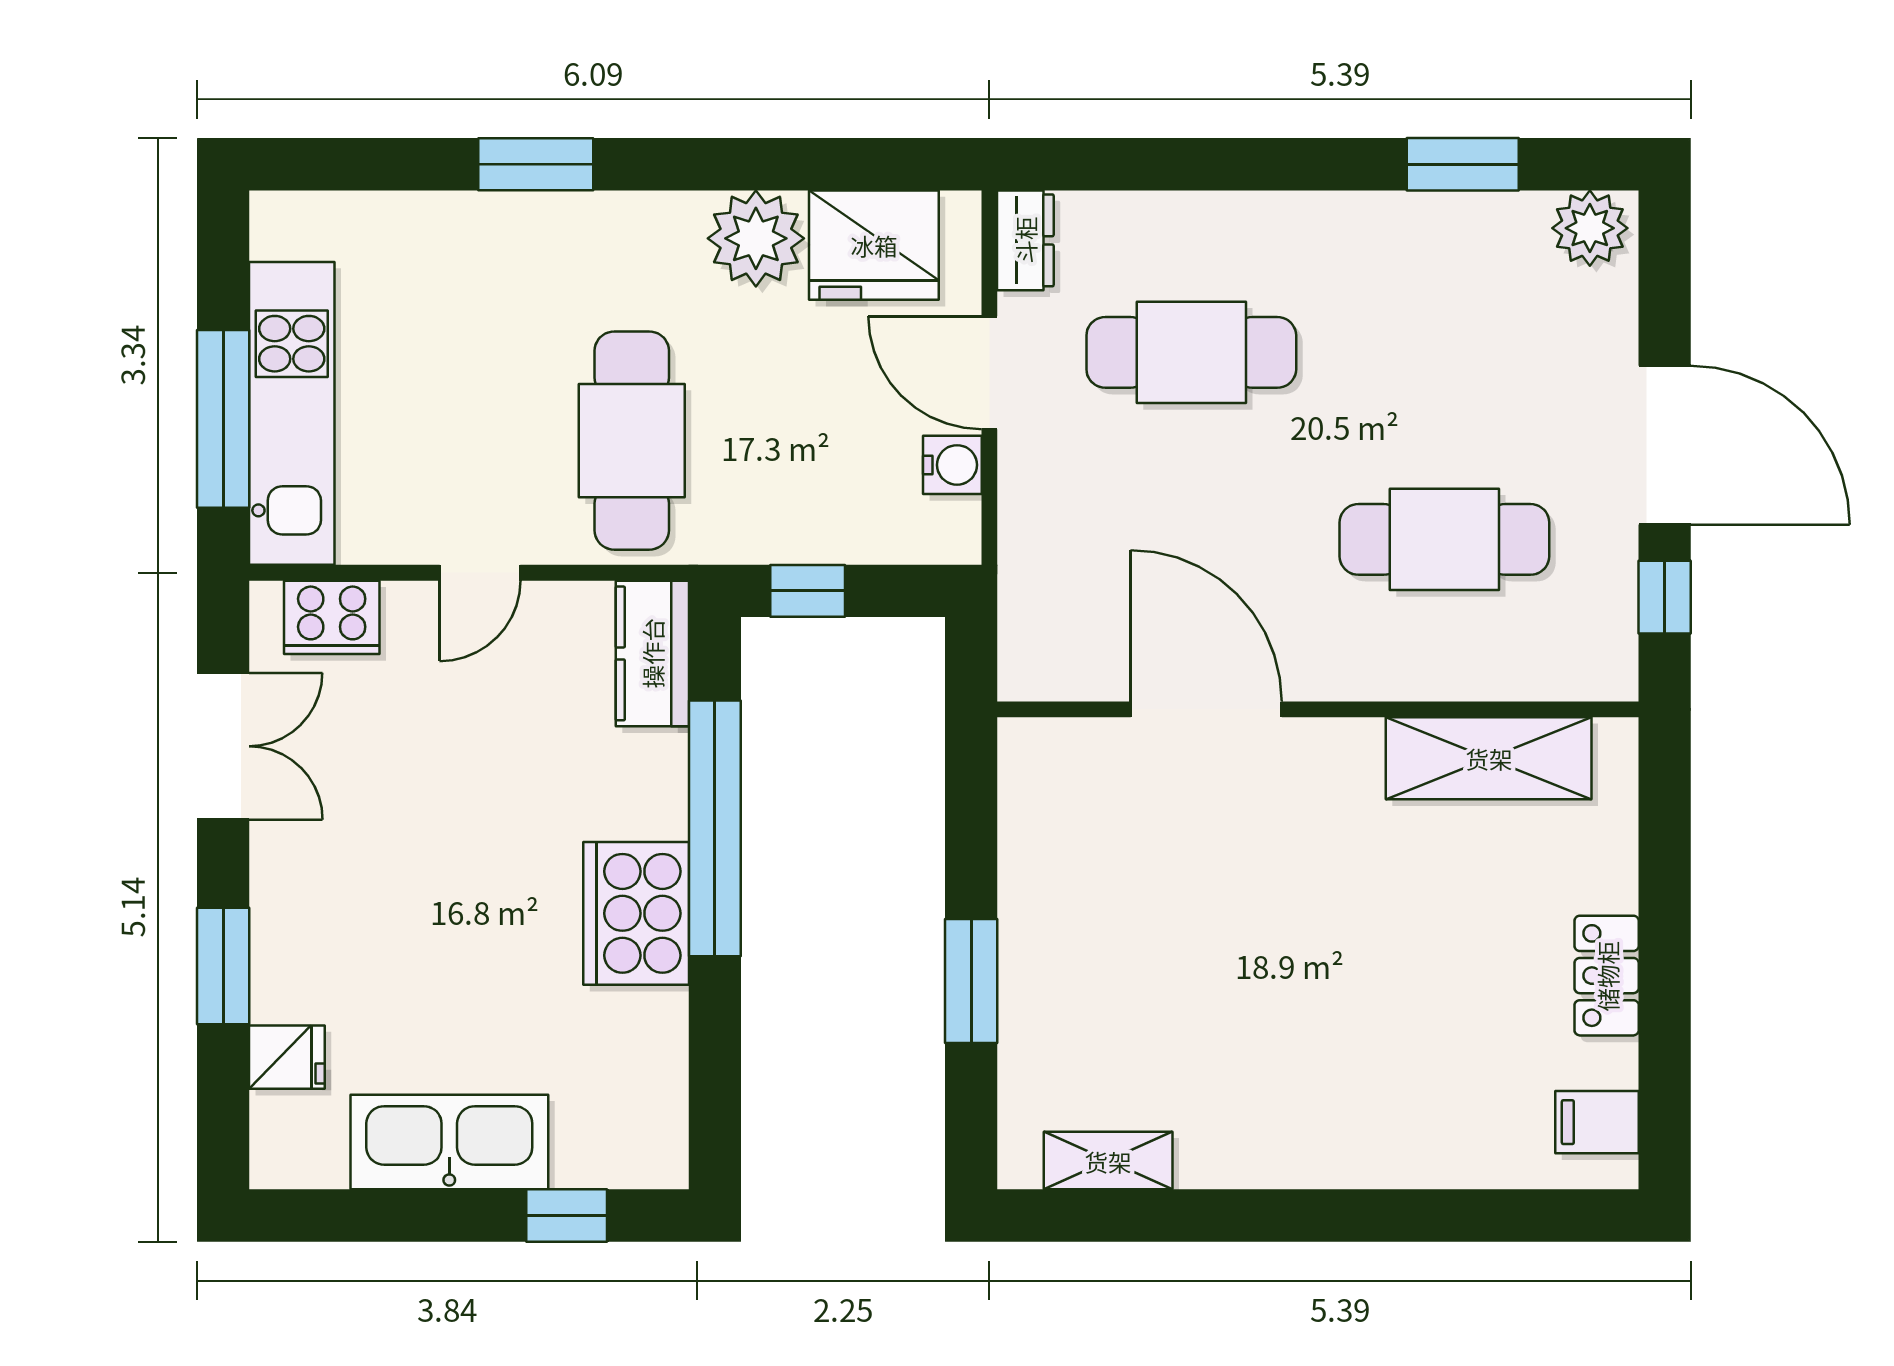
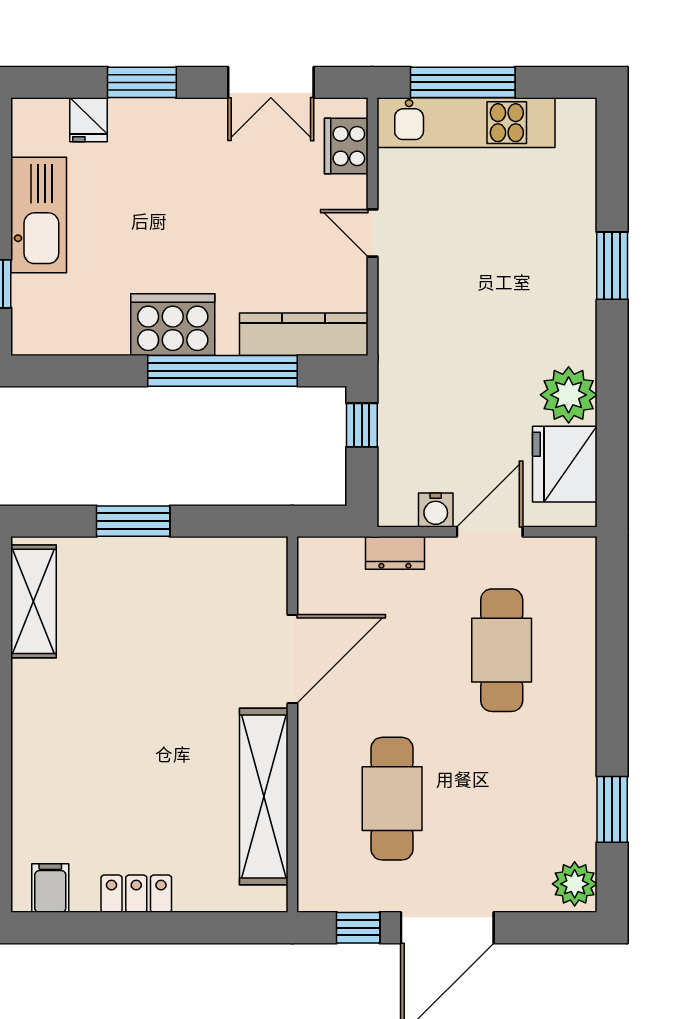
dresser: (1025, 240) -> (395, 553), moved
cafe table: (632, 441) -> (450, 322), removed
kitchen counter: (652, 653) -> (304, 334), width x1.50
shelving: (1489, 758) -> (264, 796), width x1.47
shelving: (1108, 1161) -> (33, 601), width x1.50, depth x1.33

